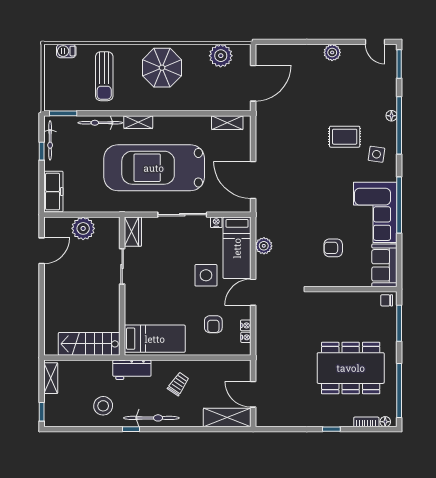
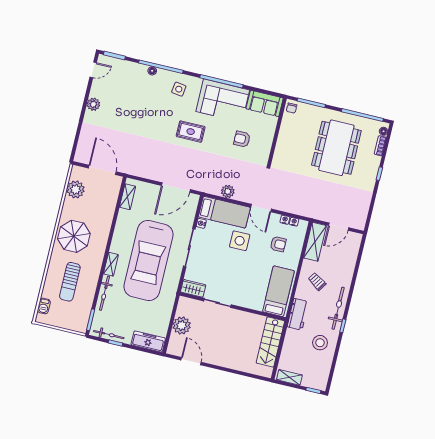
sun lounger: (104, 76) -> (70, 282), turned 90
rug: (345, 137) -> (191, 132), moved, turned 90
armchair: (333, 248) -> (242, 139), turned 90
shelving: (227, 417) -> (315, 242), moved

